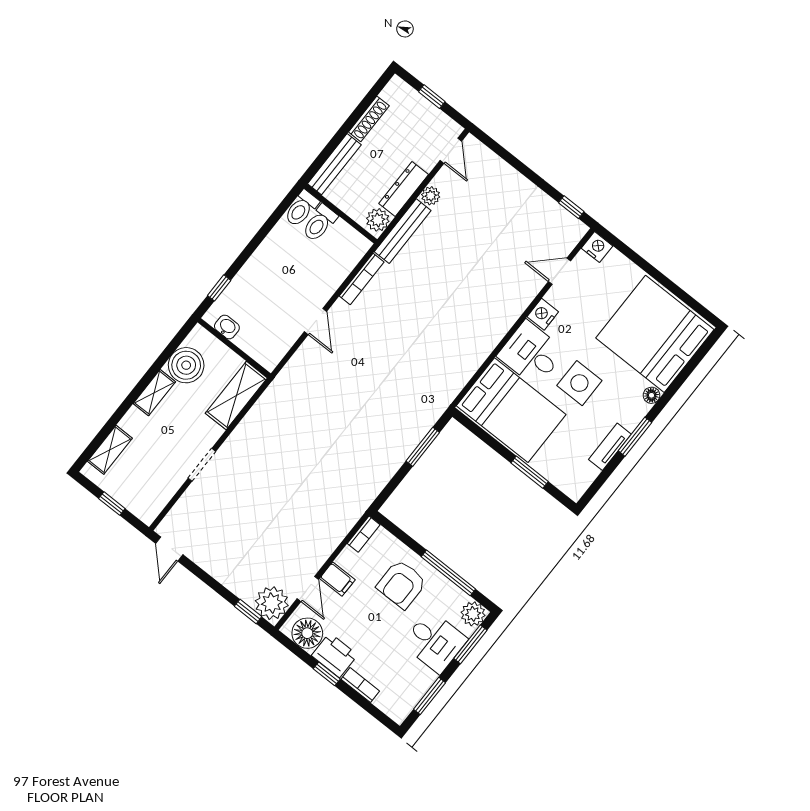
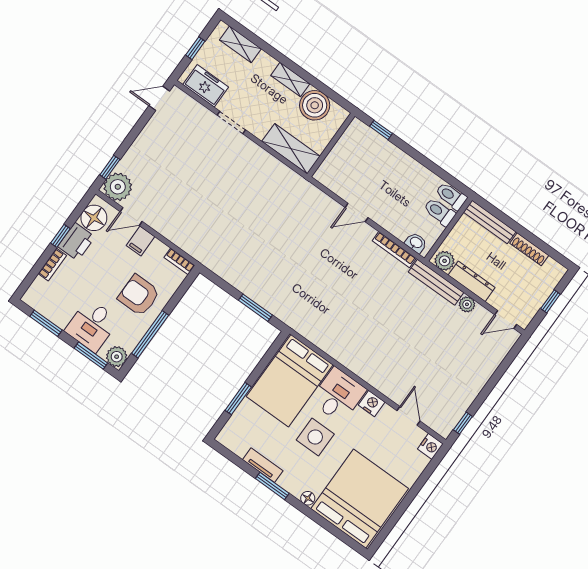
washbasin: (227, 327) -> (416, 243), moved, turned -90
freezer: (157, 493) -> (206, 86), added

